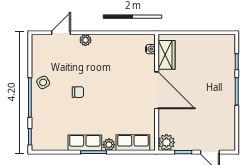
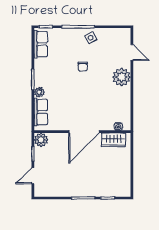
plant: (85, 40) -> (122, 77), width x1.88, depth x1.88
row of seats: (85, 143) -> (41, 44), moved

